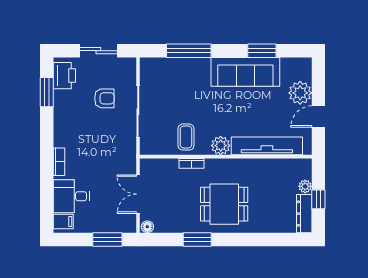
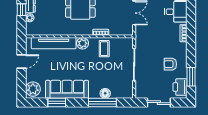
floor lamp: (184, 65) -> (105, 93), added
plant: (300, 93) -> (33, 89), moved
armchair: (104, 98) -> (170, 64), moved

